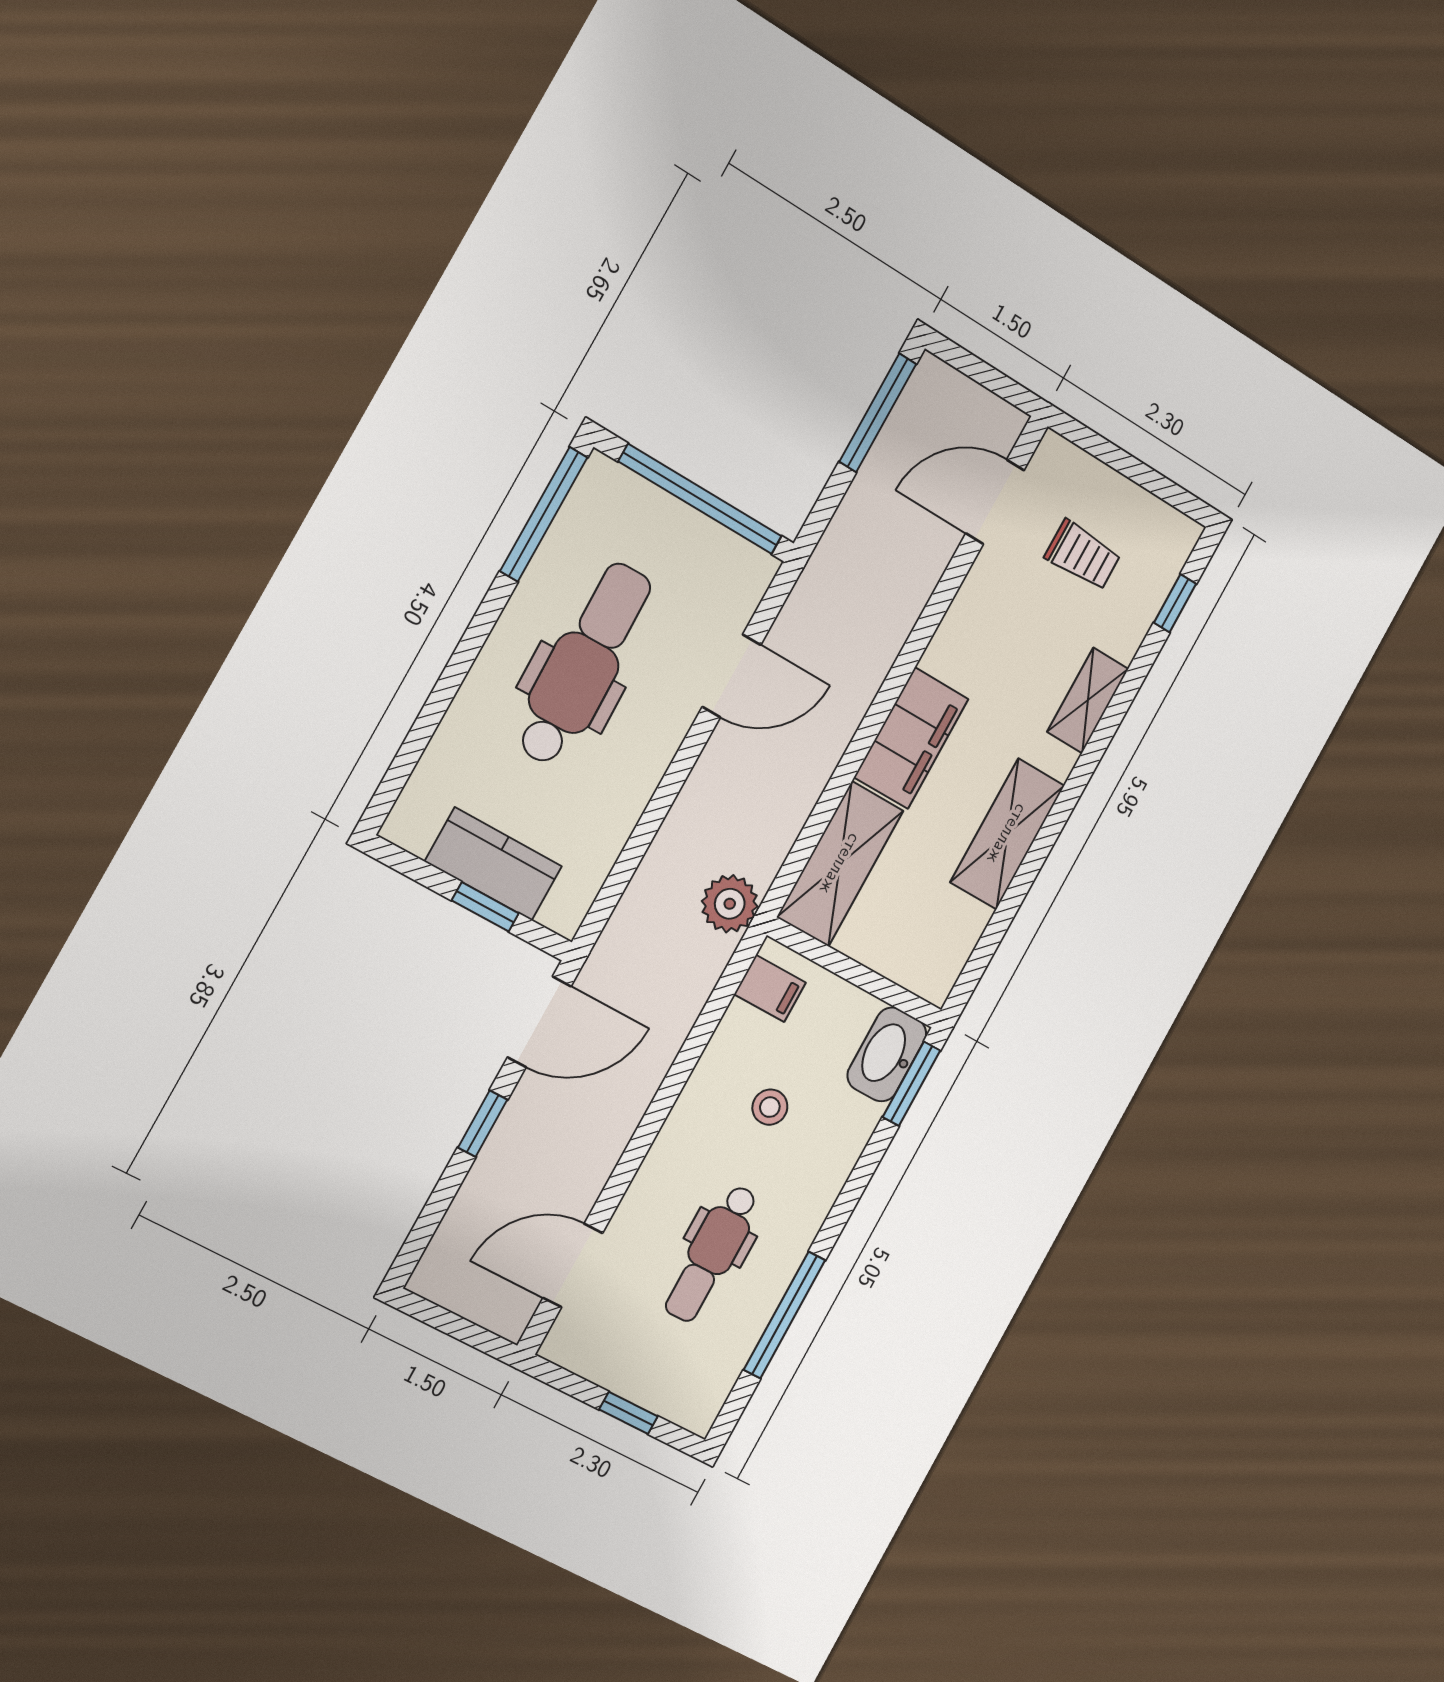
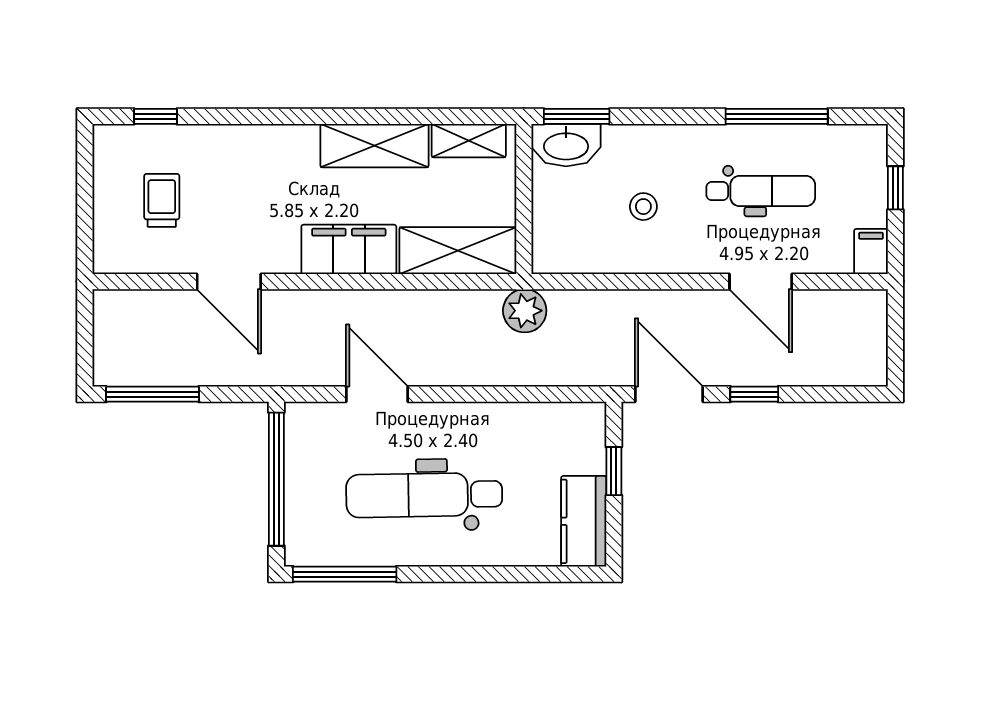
door: (995, 502) -> (229, 282), moved
shelving: (1088, 700) -> (469, 141), moved
kitchen counter: (493, 864) -> (584, 521), moved
filing cabinet: (770, 988) -> (871, 251), moved
door: (573, 1265) -> (761, 282), moved

